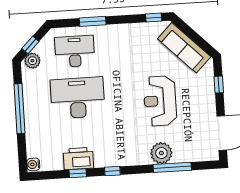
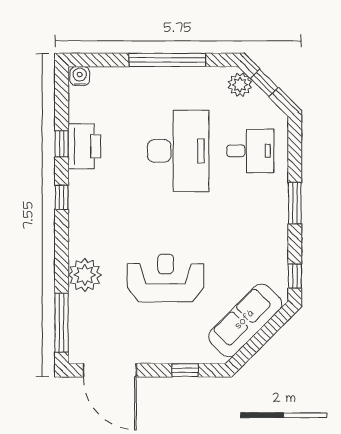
window: (93, 21) -> (295, 203), moved
desk: (75, 51) -> (250, 151), width x0.73
window: (172, 167) -> (62, 323), moved

